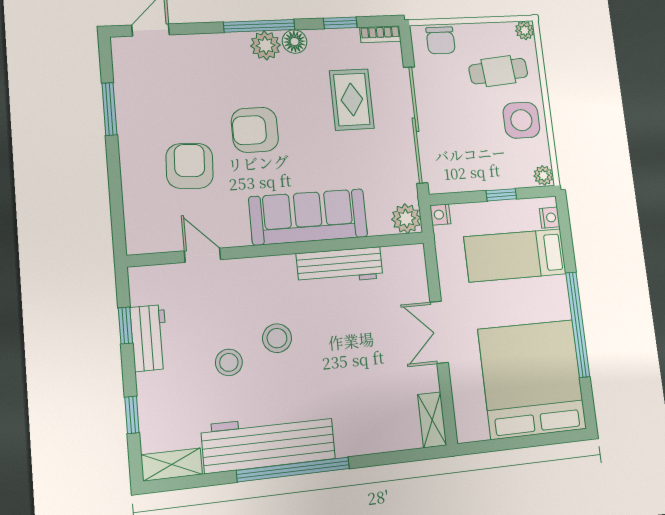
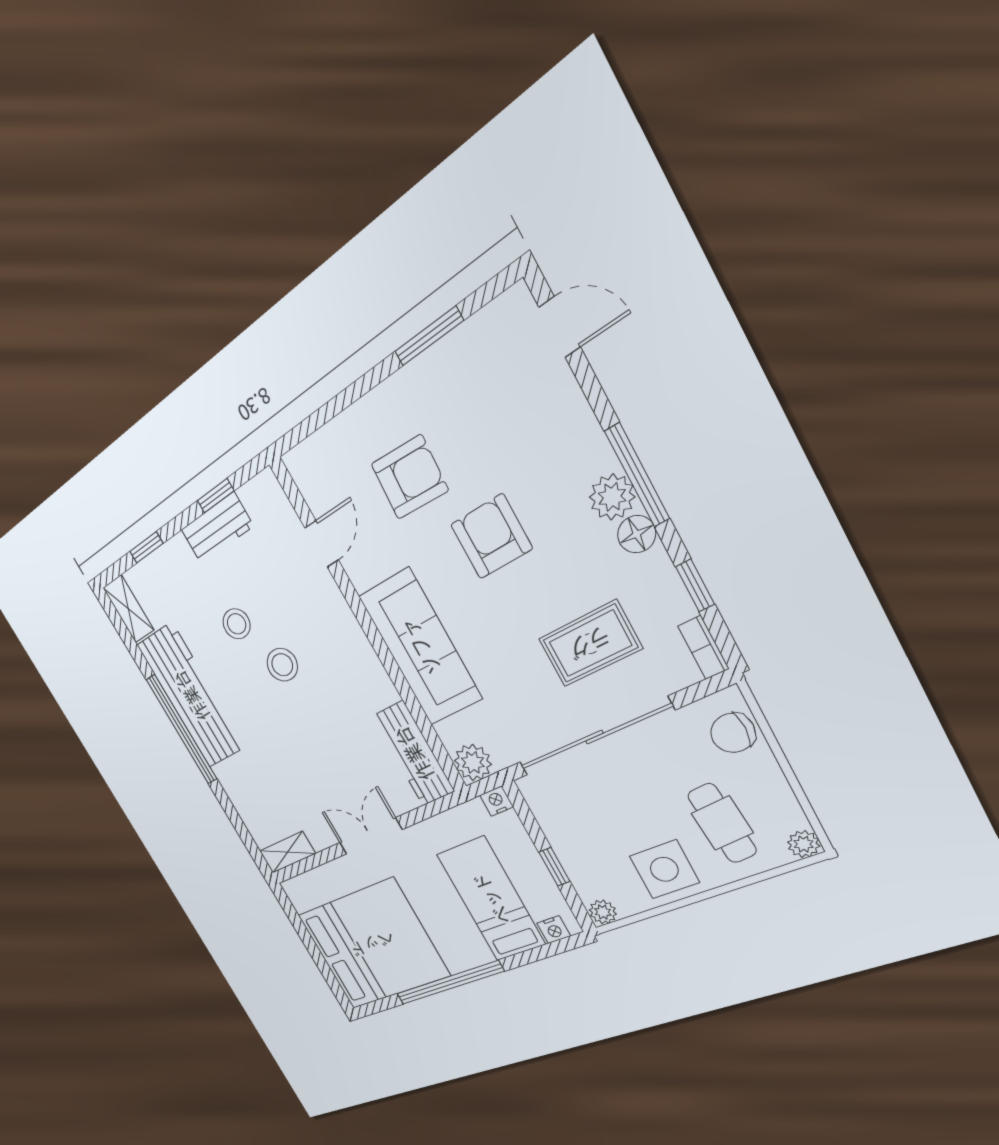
workbench: (340, 266) -> (413, 754), moved

